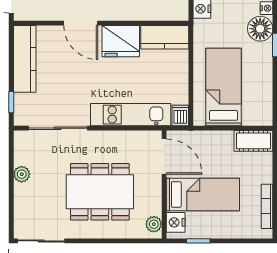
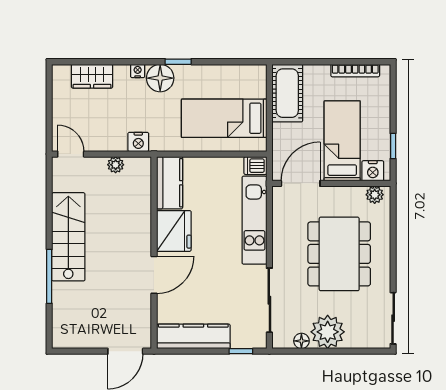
cot: (253, 141) -> (287, 93), width x1.37, depth x1.34
floor lamp: (21, 157) -> (301, 341), added
plant: (22, 174) -> (328, 332), width x1.87, depth x1.87

